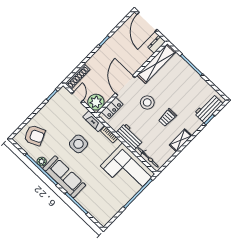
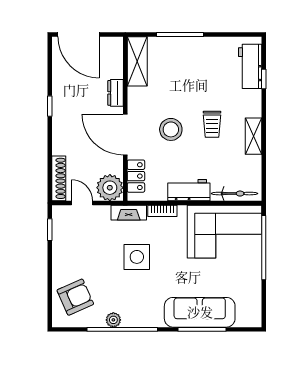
dresser: (157, 44) -> (115, 93), moved
shelving: (156, 64) -> (137, 61), width x0.68
sofa: (64, 177) -> (200, 312), moved

